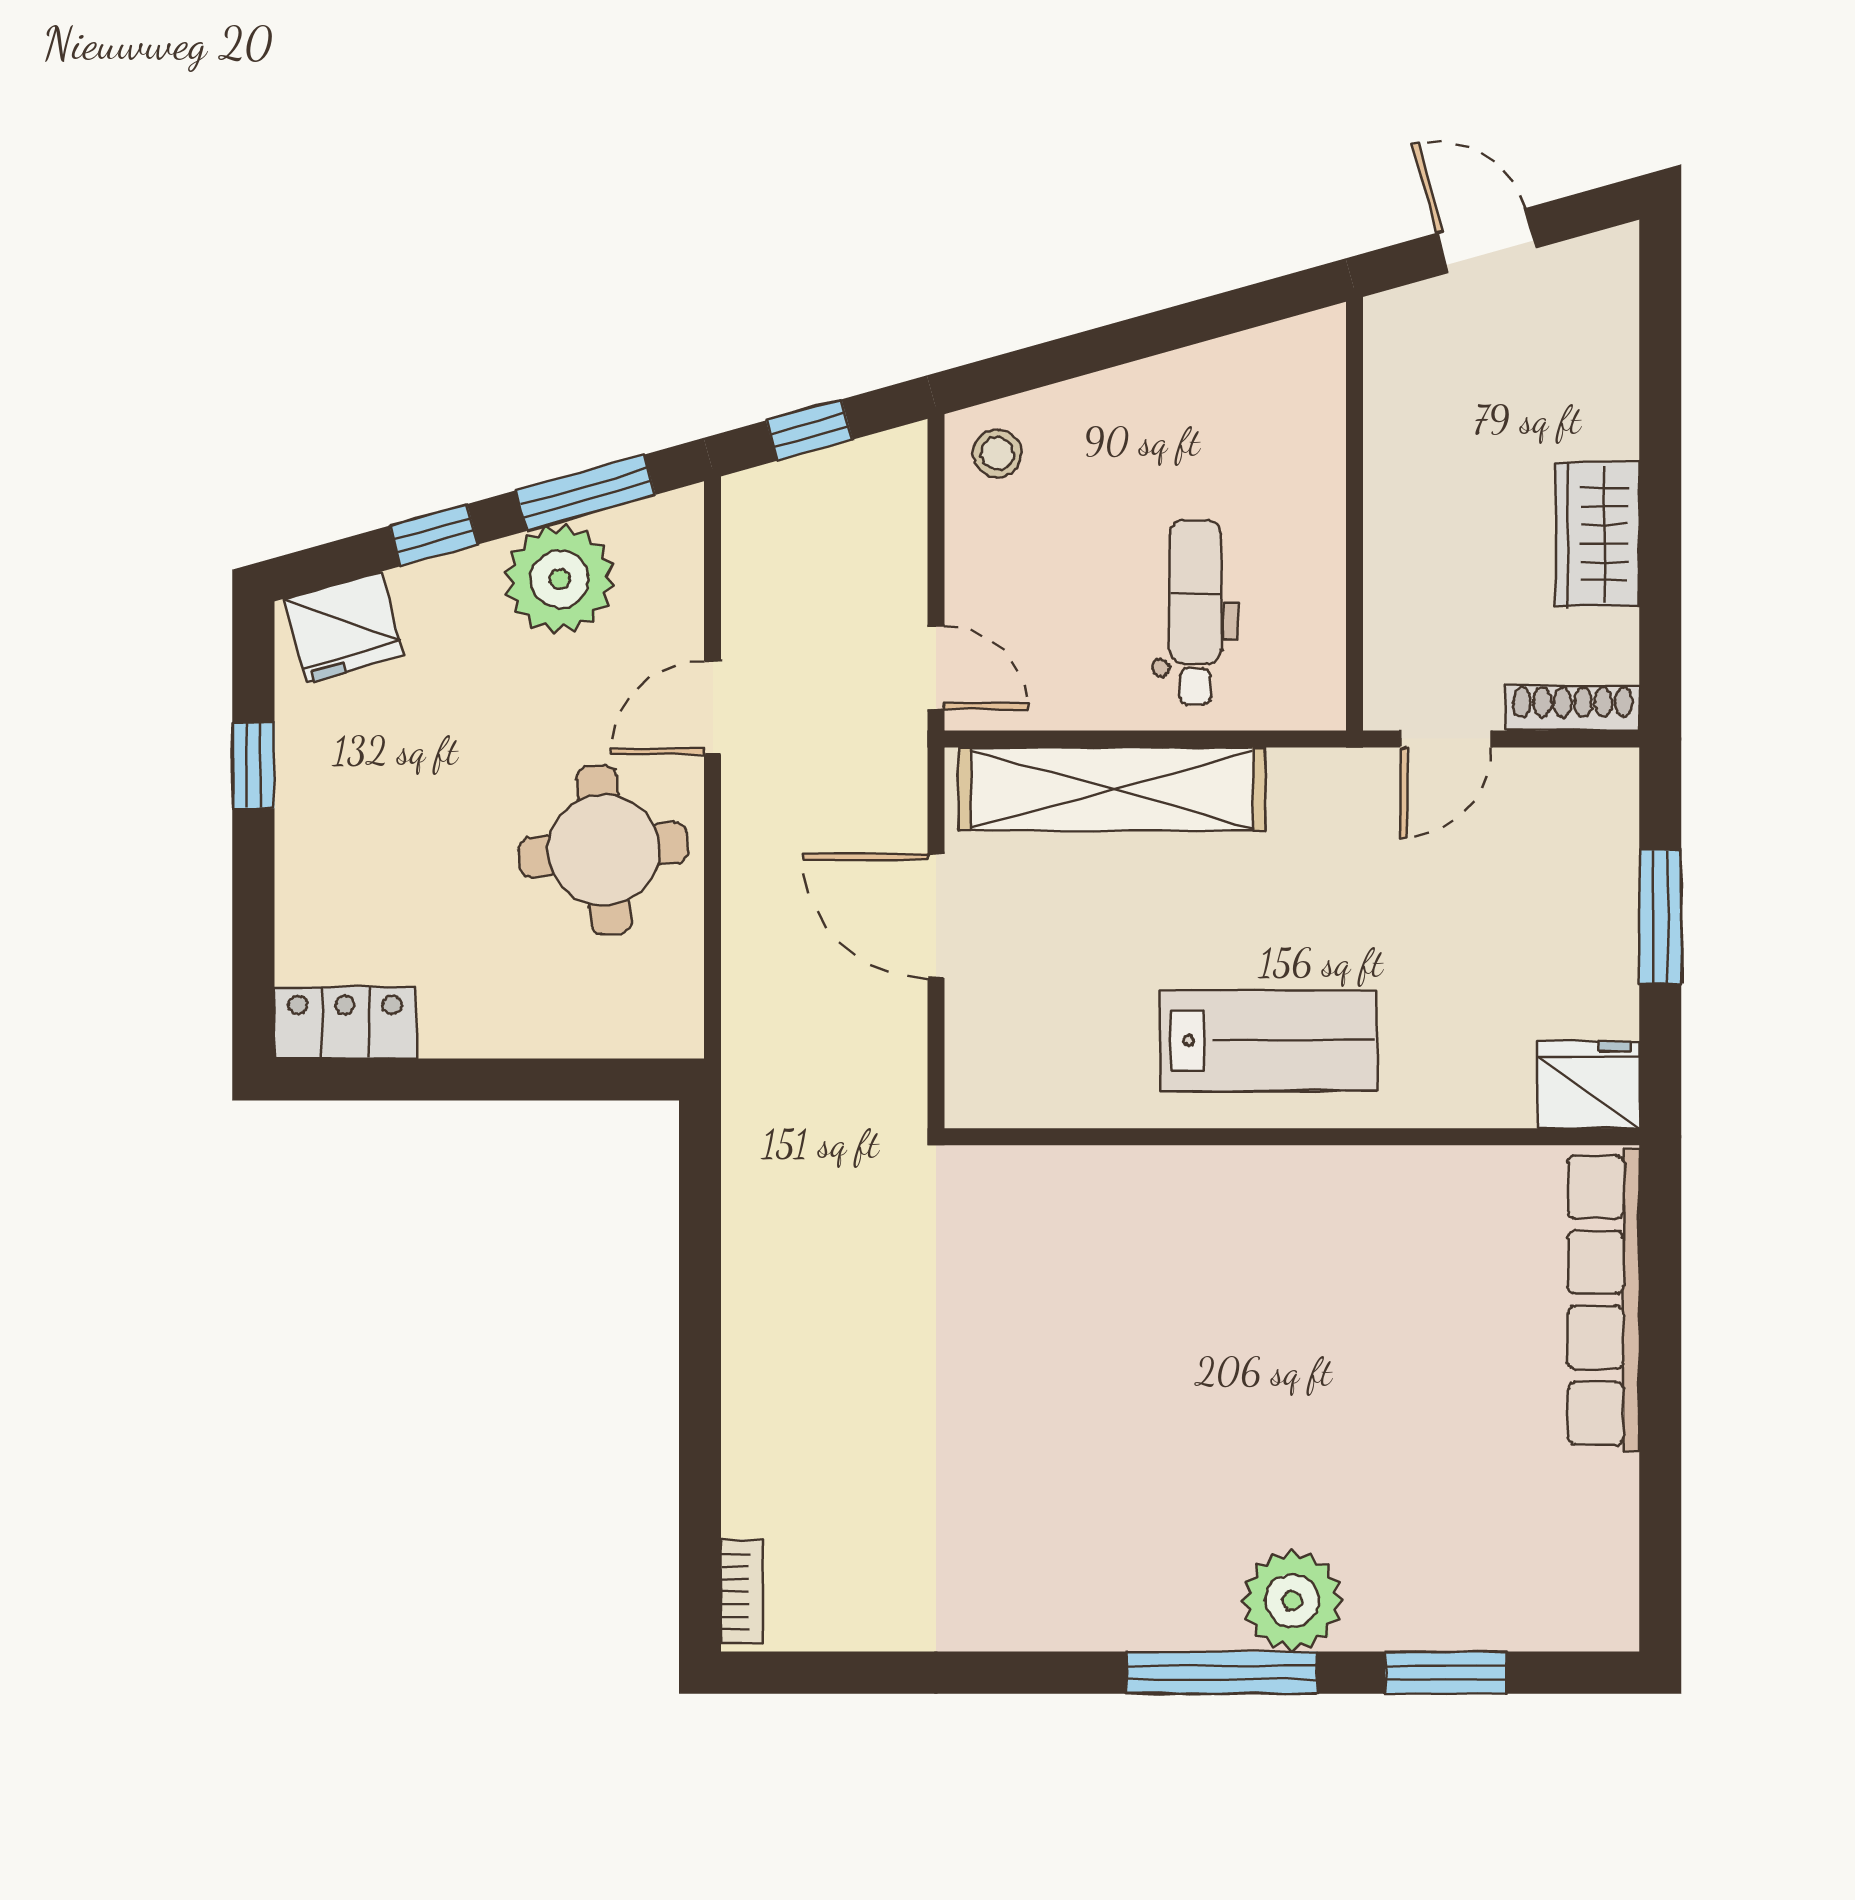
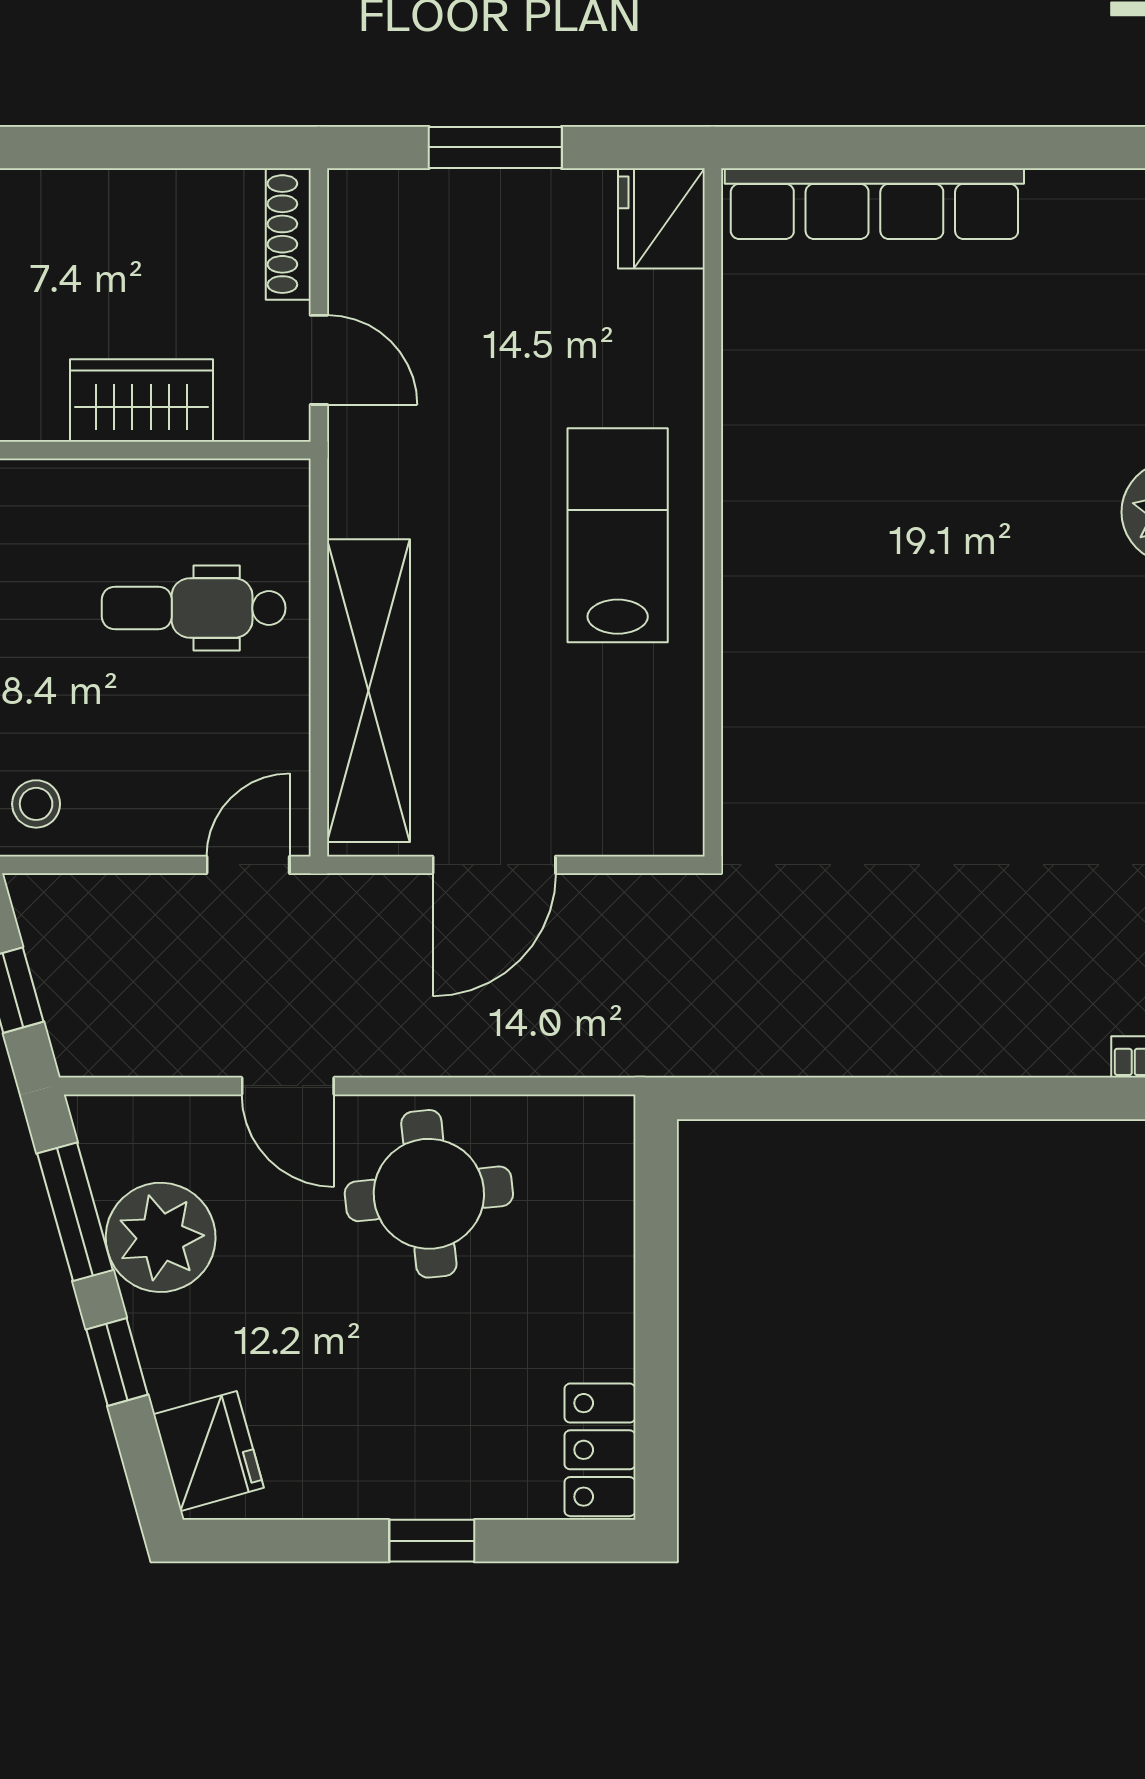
wardrobe: (1597, 534) -> (141, 400), moved, turned 180
window: (253, 765) -> (432, 1541), moved

